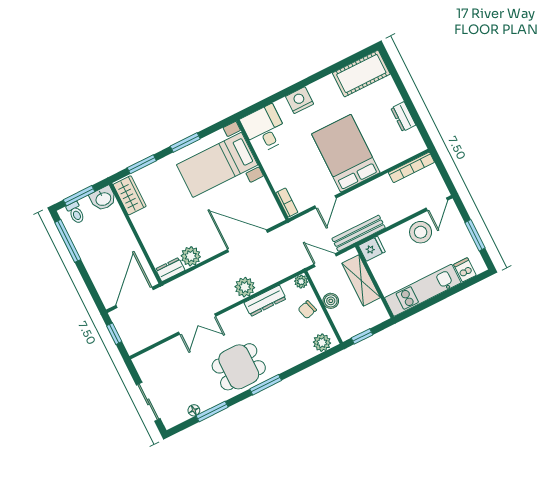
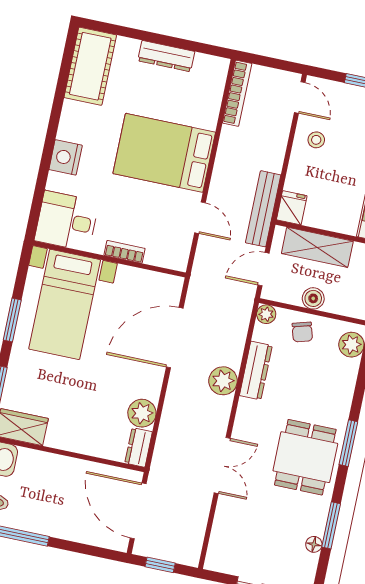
dresser: (403, 117) -> (166, 56), width x1.44
bookcase: (287, 203) -> (124, 252), moved
stool: (421, 232) -> (316, 140), width x0.53, depth x0.53

